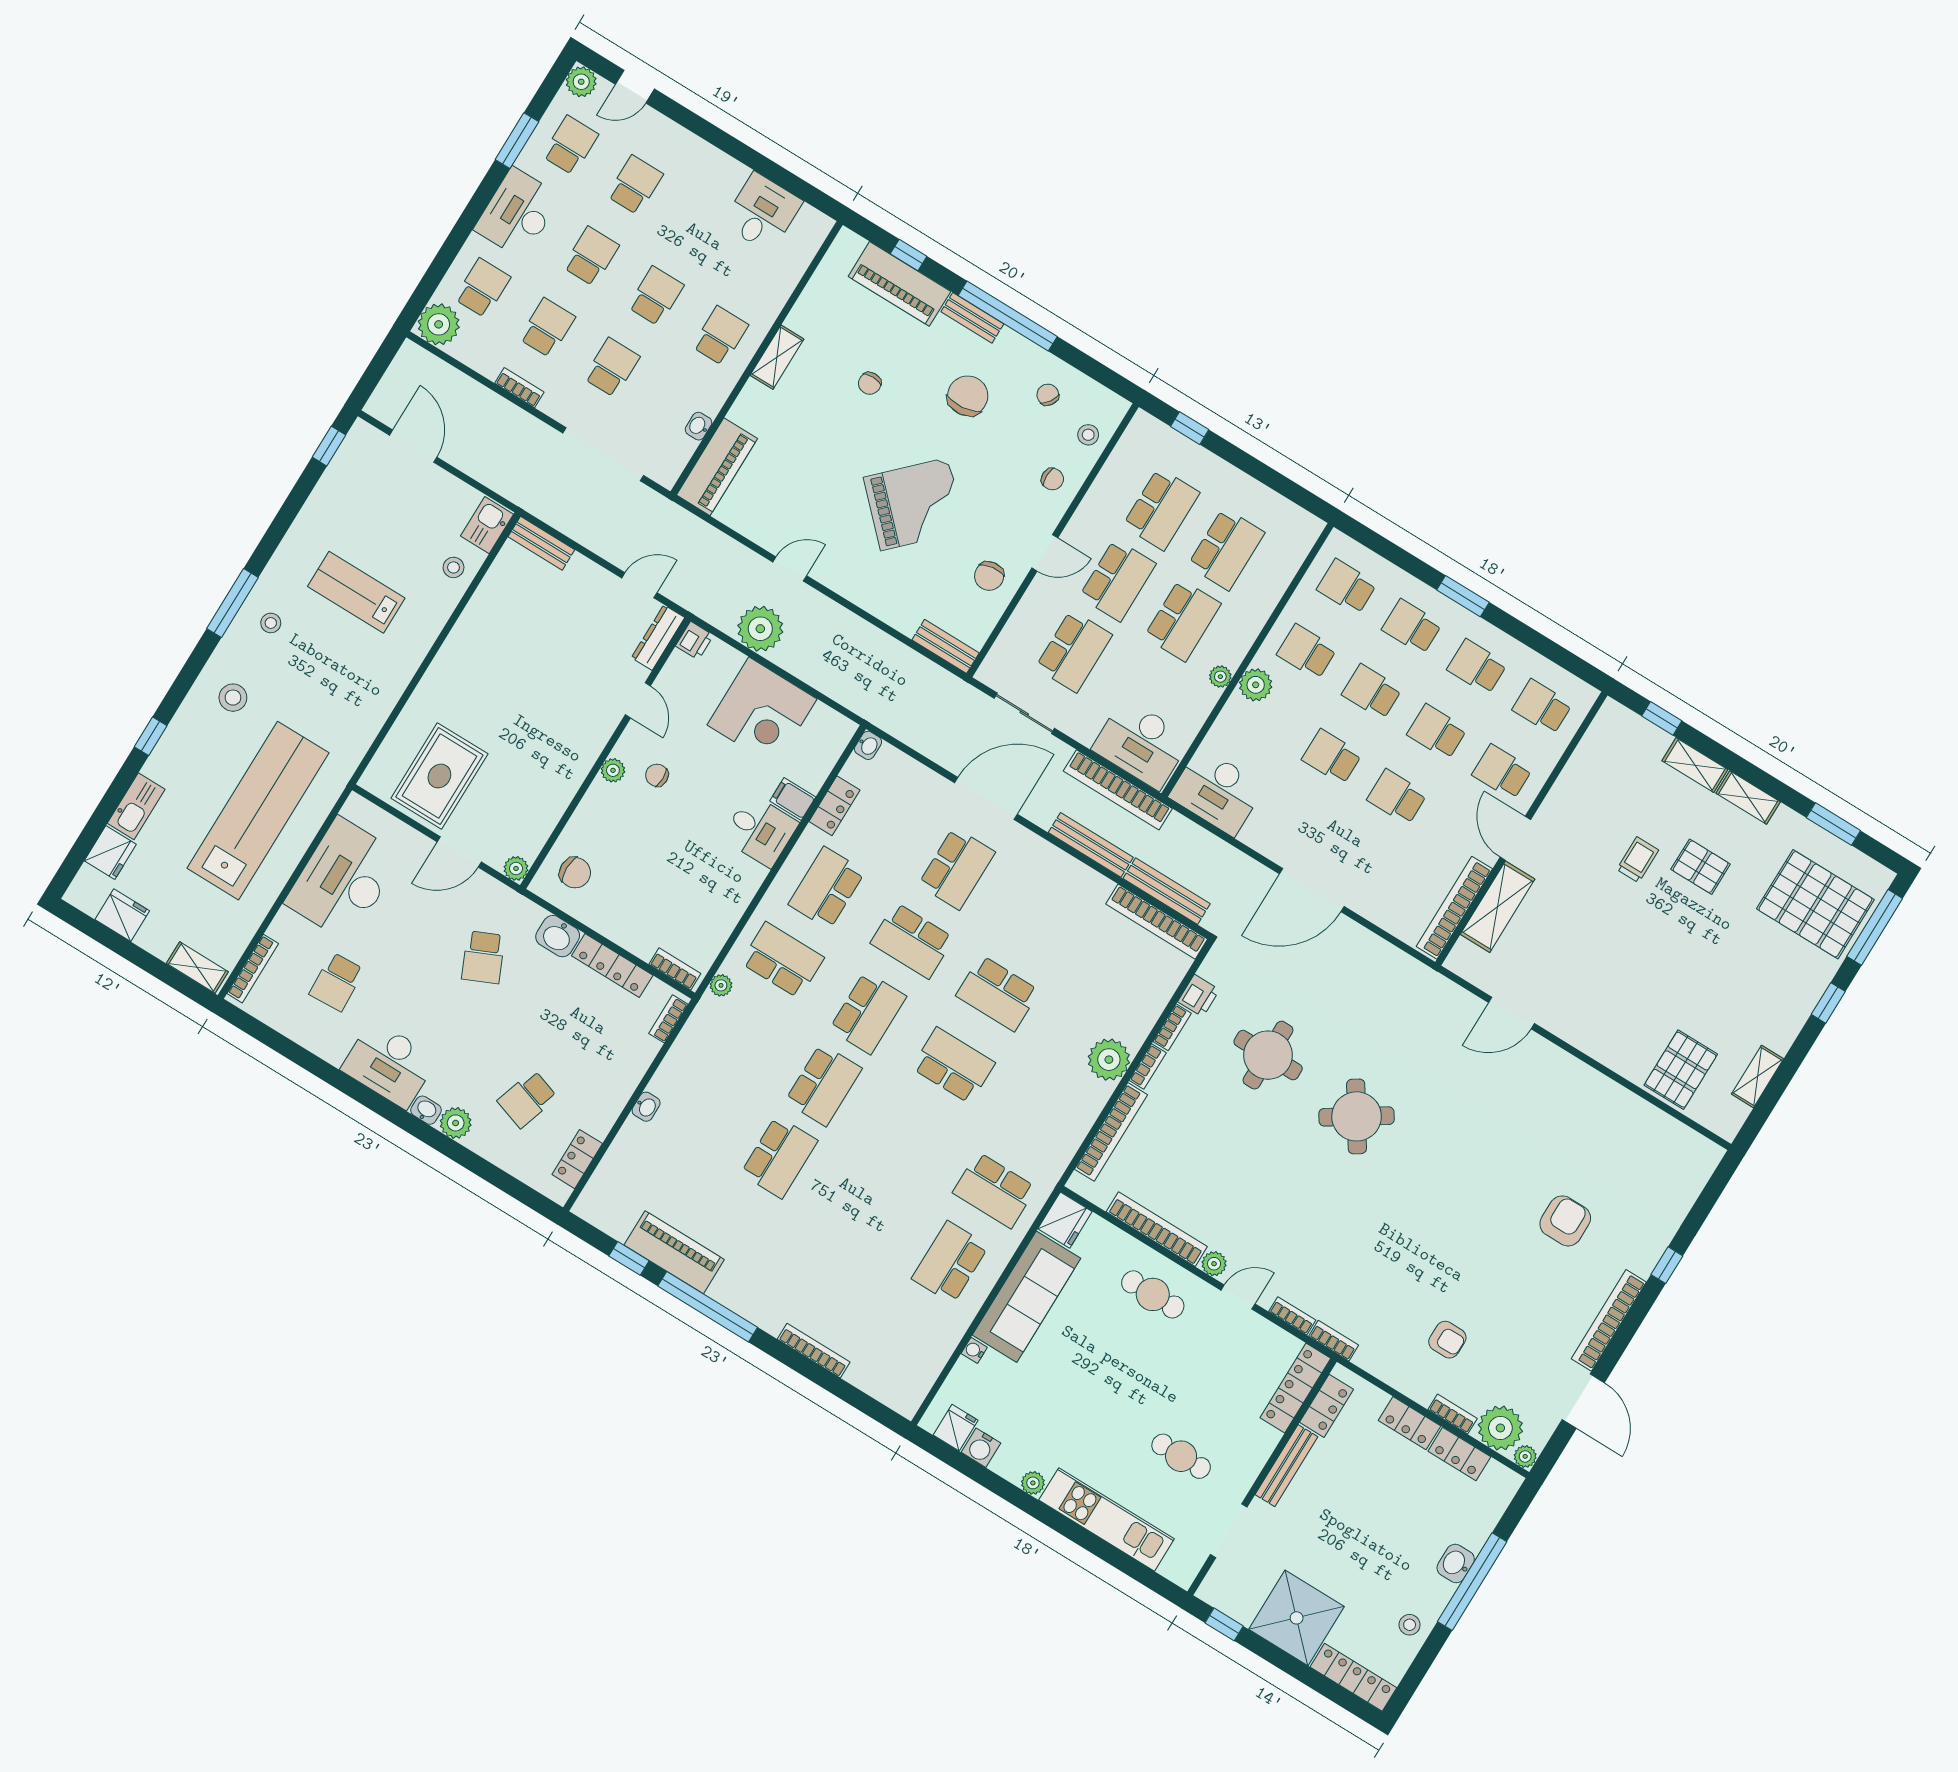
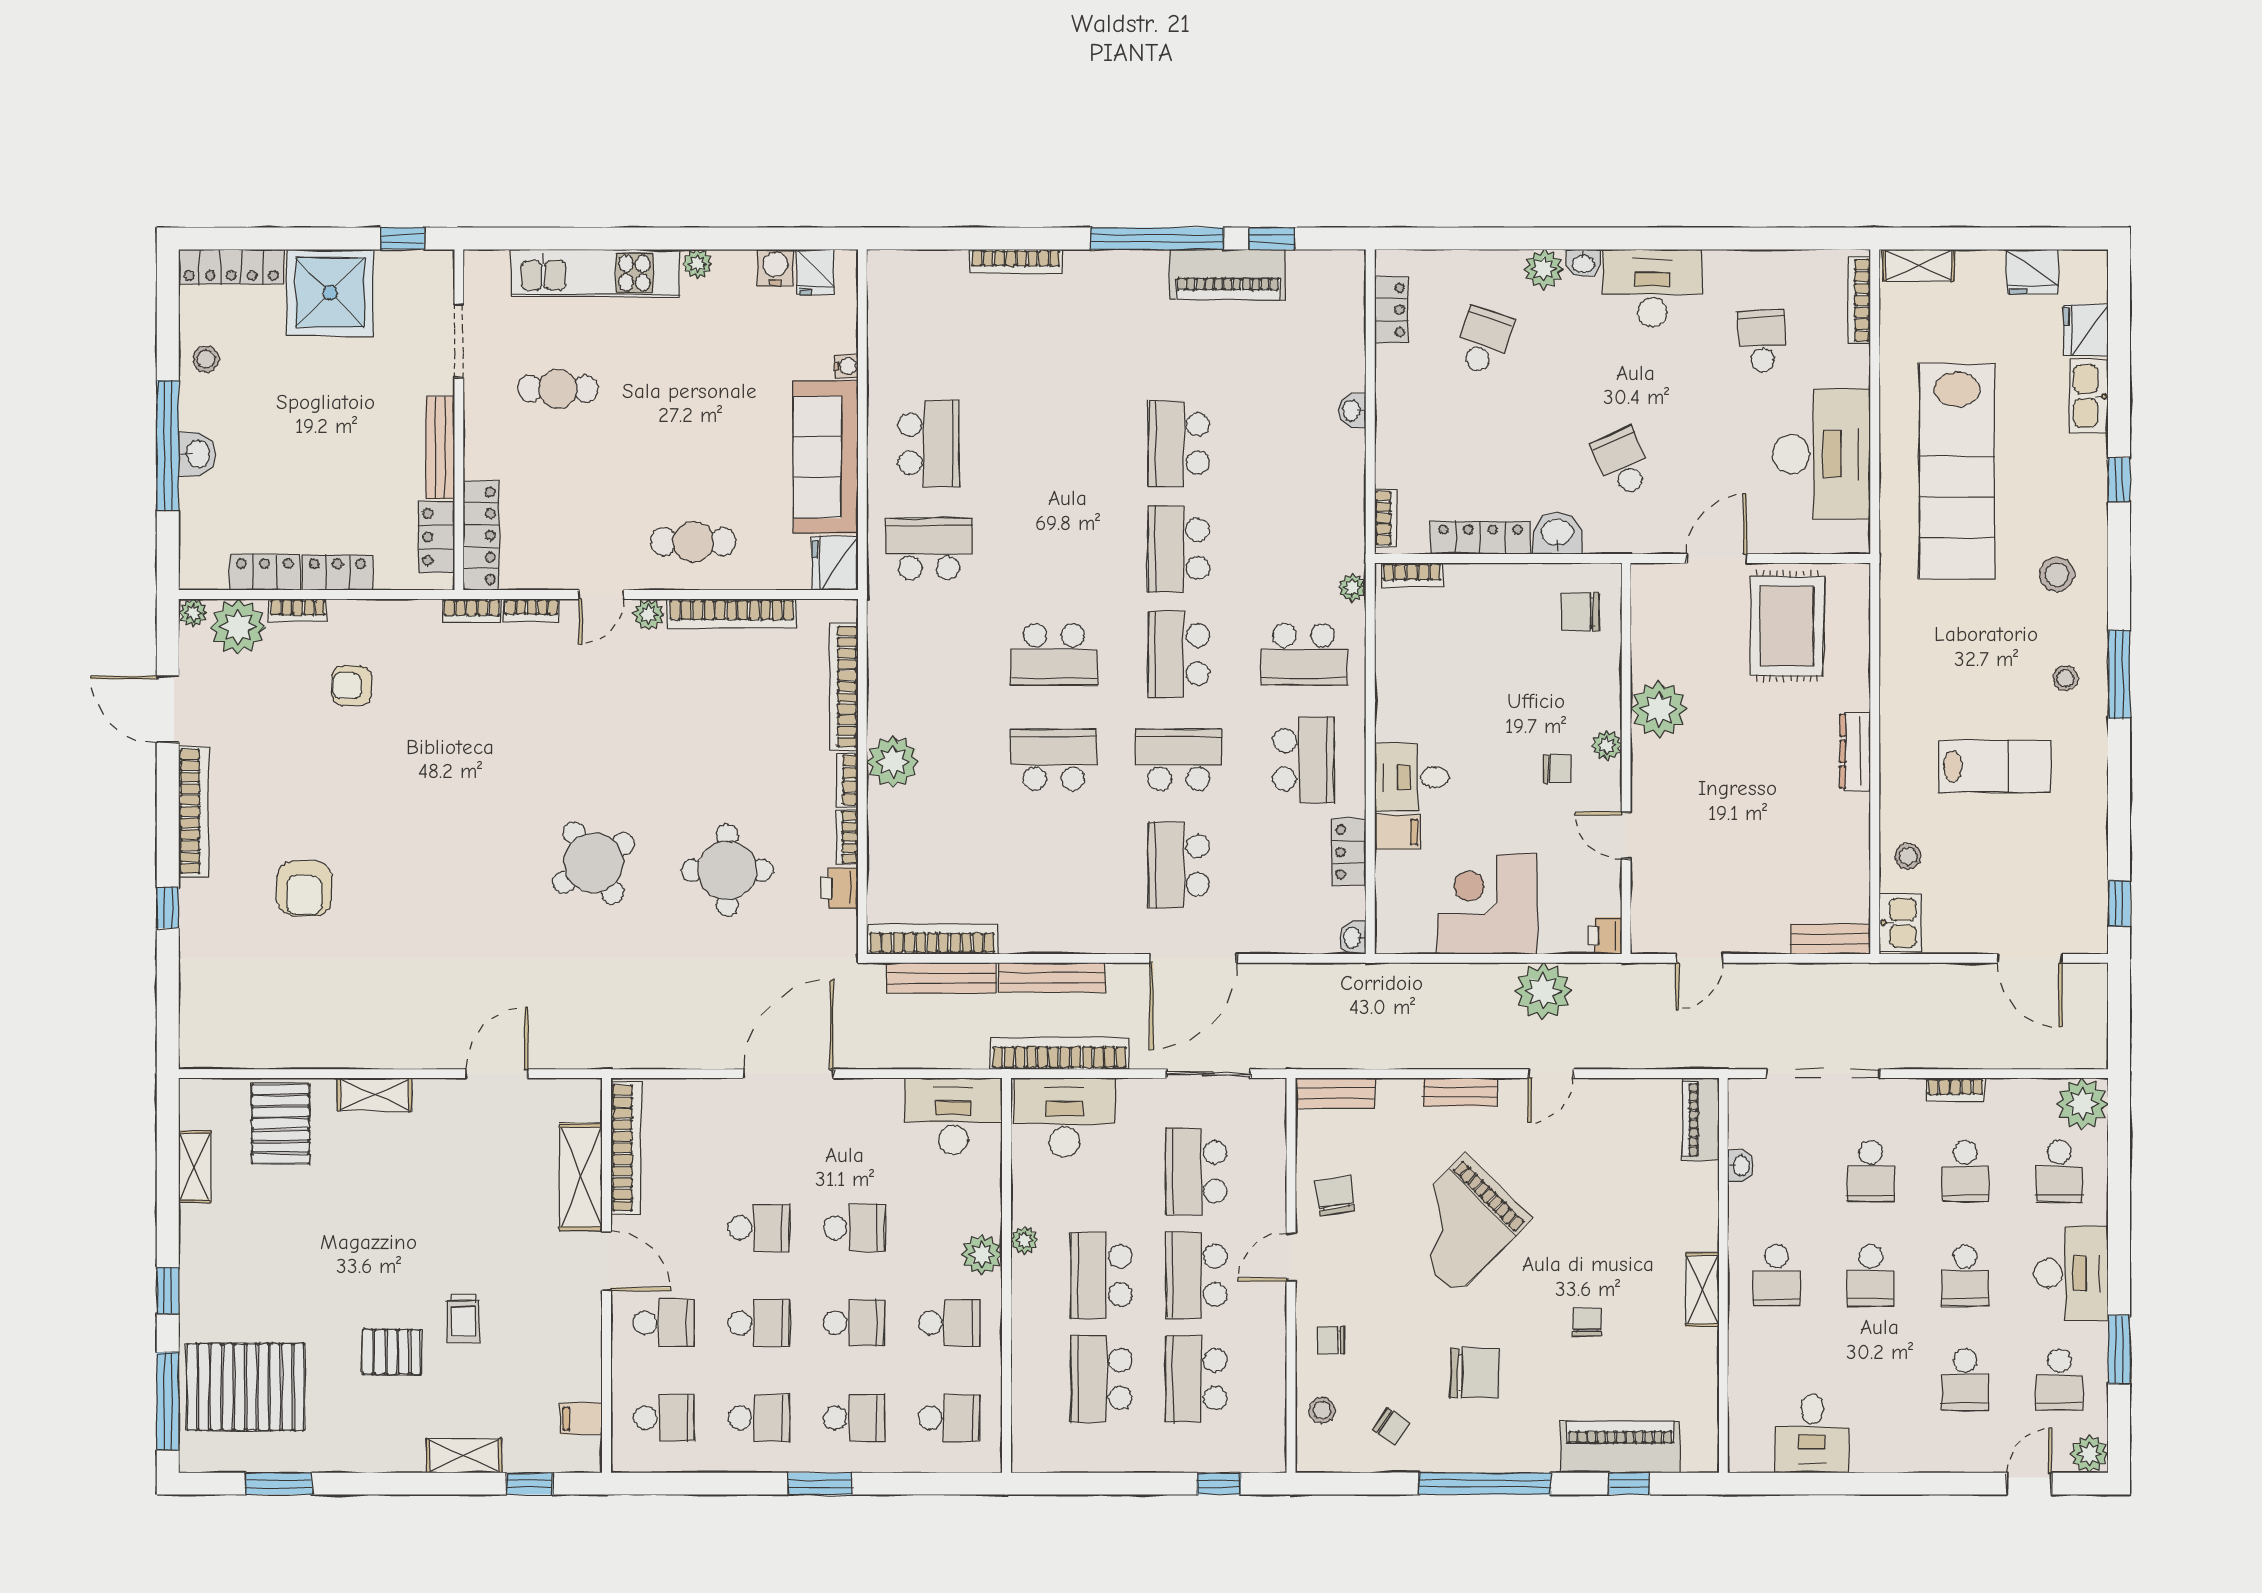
bench: (972, 318) -> (1460, 1092), moved
chair: (968, 396) -> (1475, 1373), turned -83
piano: (717, 467) -> (1701, 1119), width x0.73, depth x0.75
dresser: (658, 638) -> (1855, 751), moved, turned 180
filing cabinet: (1599, 741) -> (581, 1419), added
shelving: (1748, 797) -> (375, 1095), moved
plant: (516, 868) -> (1659, 709), moved, width x1.88, depth x1.88

